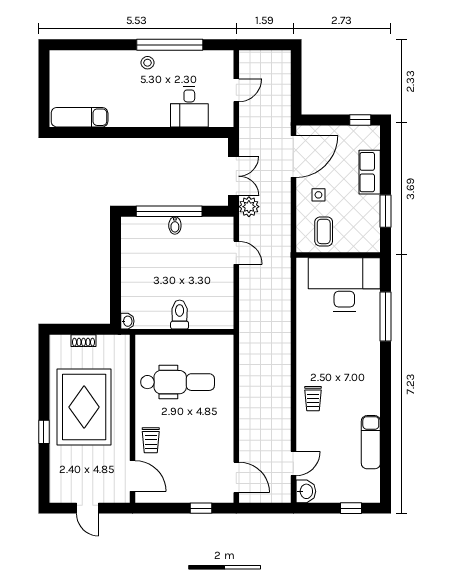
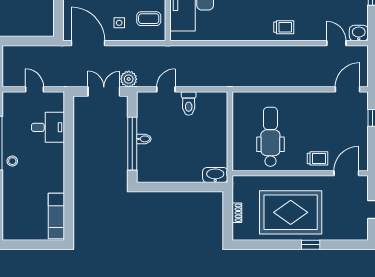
toilet: (180, 315) -> (189, 103), moved, turned -90
washbasin: (127, 321) -> (215, 175), width x1.91, depth x1.45

